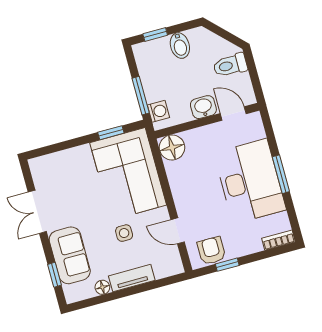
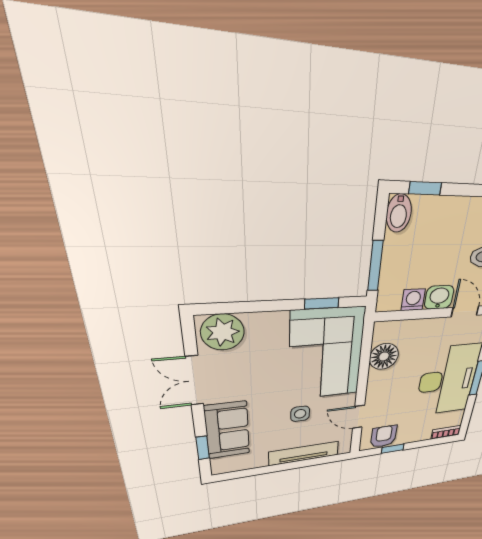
bidet: (180, 46) -> (399, 213), moved
washing machine: (158, 111) -> (413, 300), moved, turned -90
floor lamp: (172, 147) -> (384, 356), moved
plant: (48, 169) -> (223, 332), added
tv unit: (132, 278) -> (304, 453), width x1.41
floor lamp: (102, 287) -> (258, 462), removed

